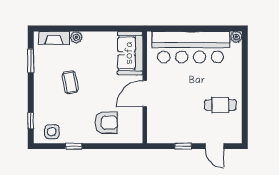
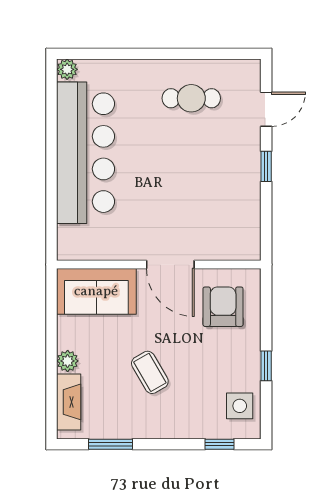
sofa: (130, 53) -> (96, 291), moved
coffee table: (70, 82) -> (150, 372), turned 71
wall: (145, 87) -> (159, 265), moved
door: (145, 94) -> (170, 265), moved
cafe table: (220, 105) -> (191, 98), turned 90

